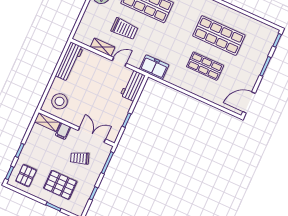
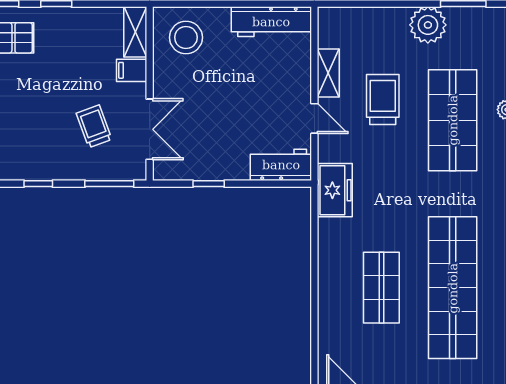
trolley: (124, 29) -> (383, 99), turned 180
shop shelf: (219, 36) -> (453, 288), width x1.40
pallet: (60, 185) -> (25, 112), removed

